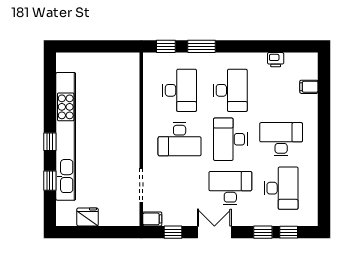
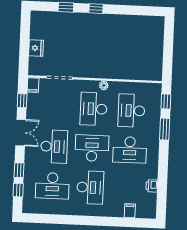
desk: (180, 90) -> (131, 111), turned 90
plant: (149, 127) -> (104, 85), added
kitchen unit: (66, 136) -> (100, 21), removed
fridge: (87, 217) -> (36, 48), moved

